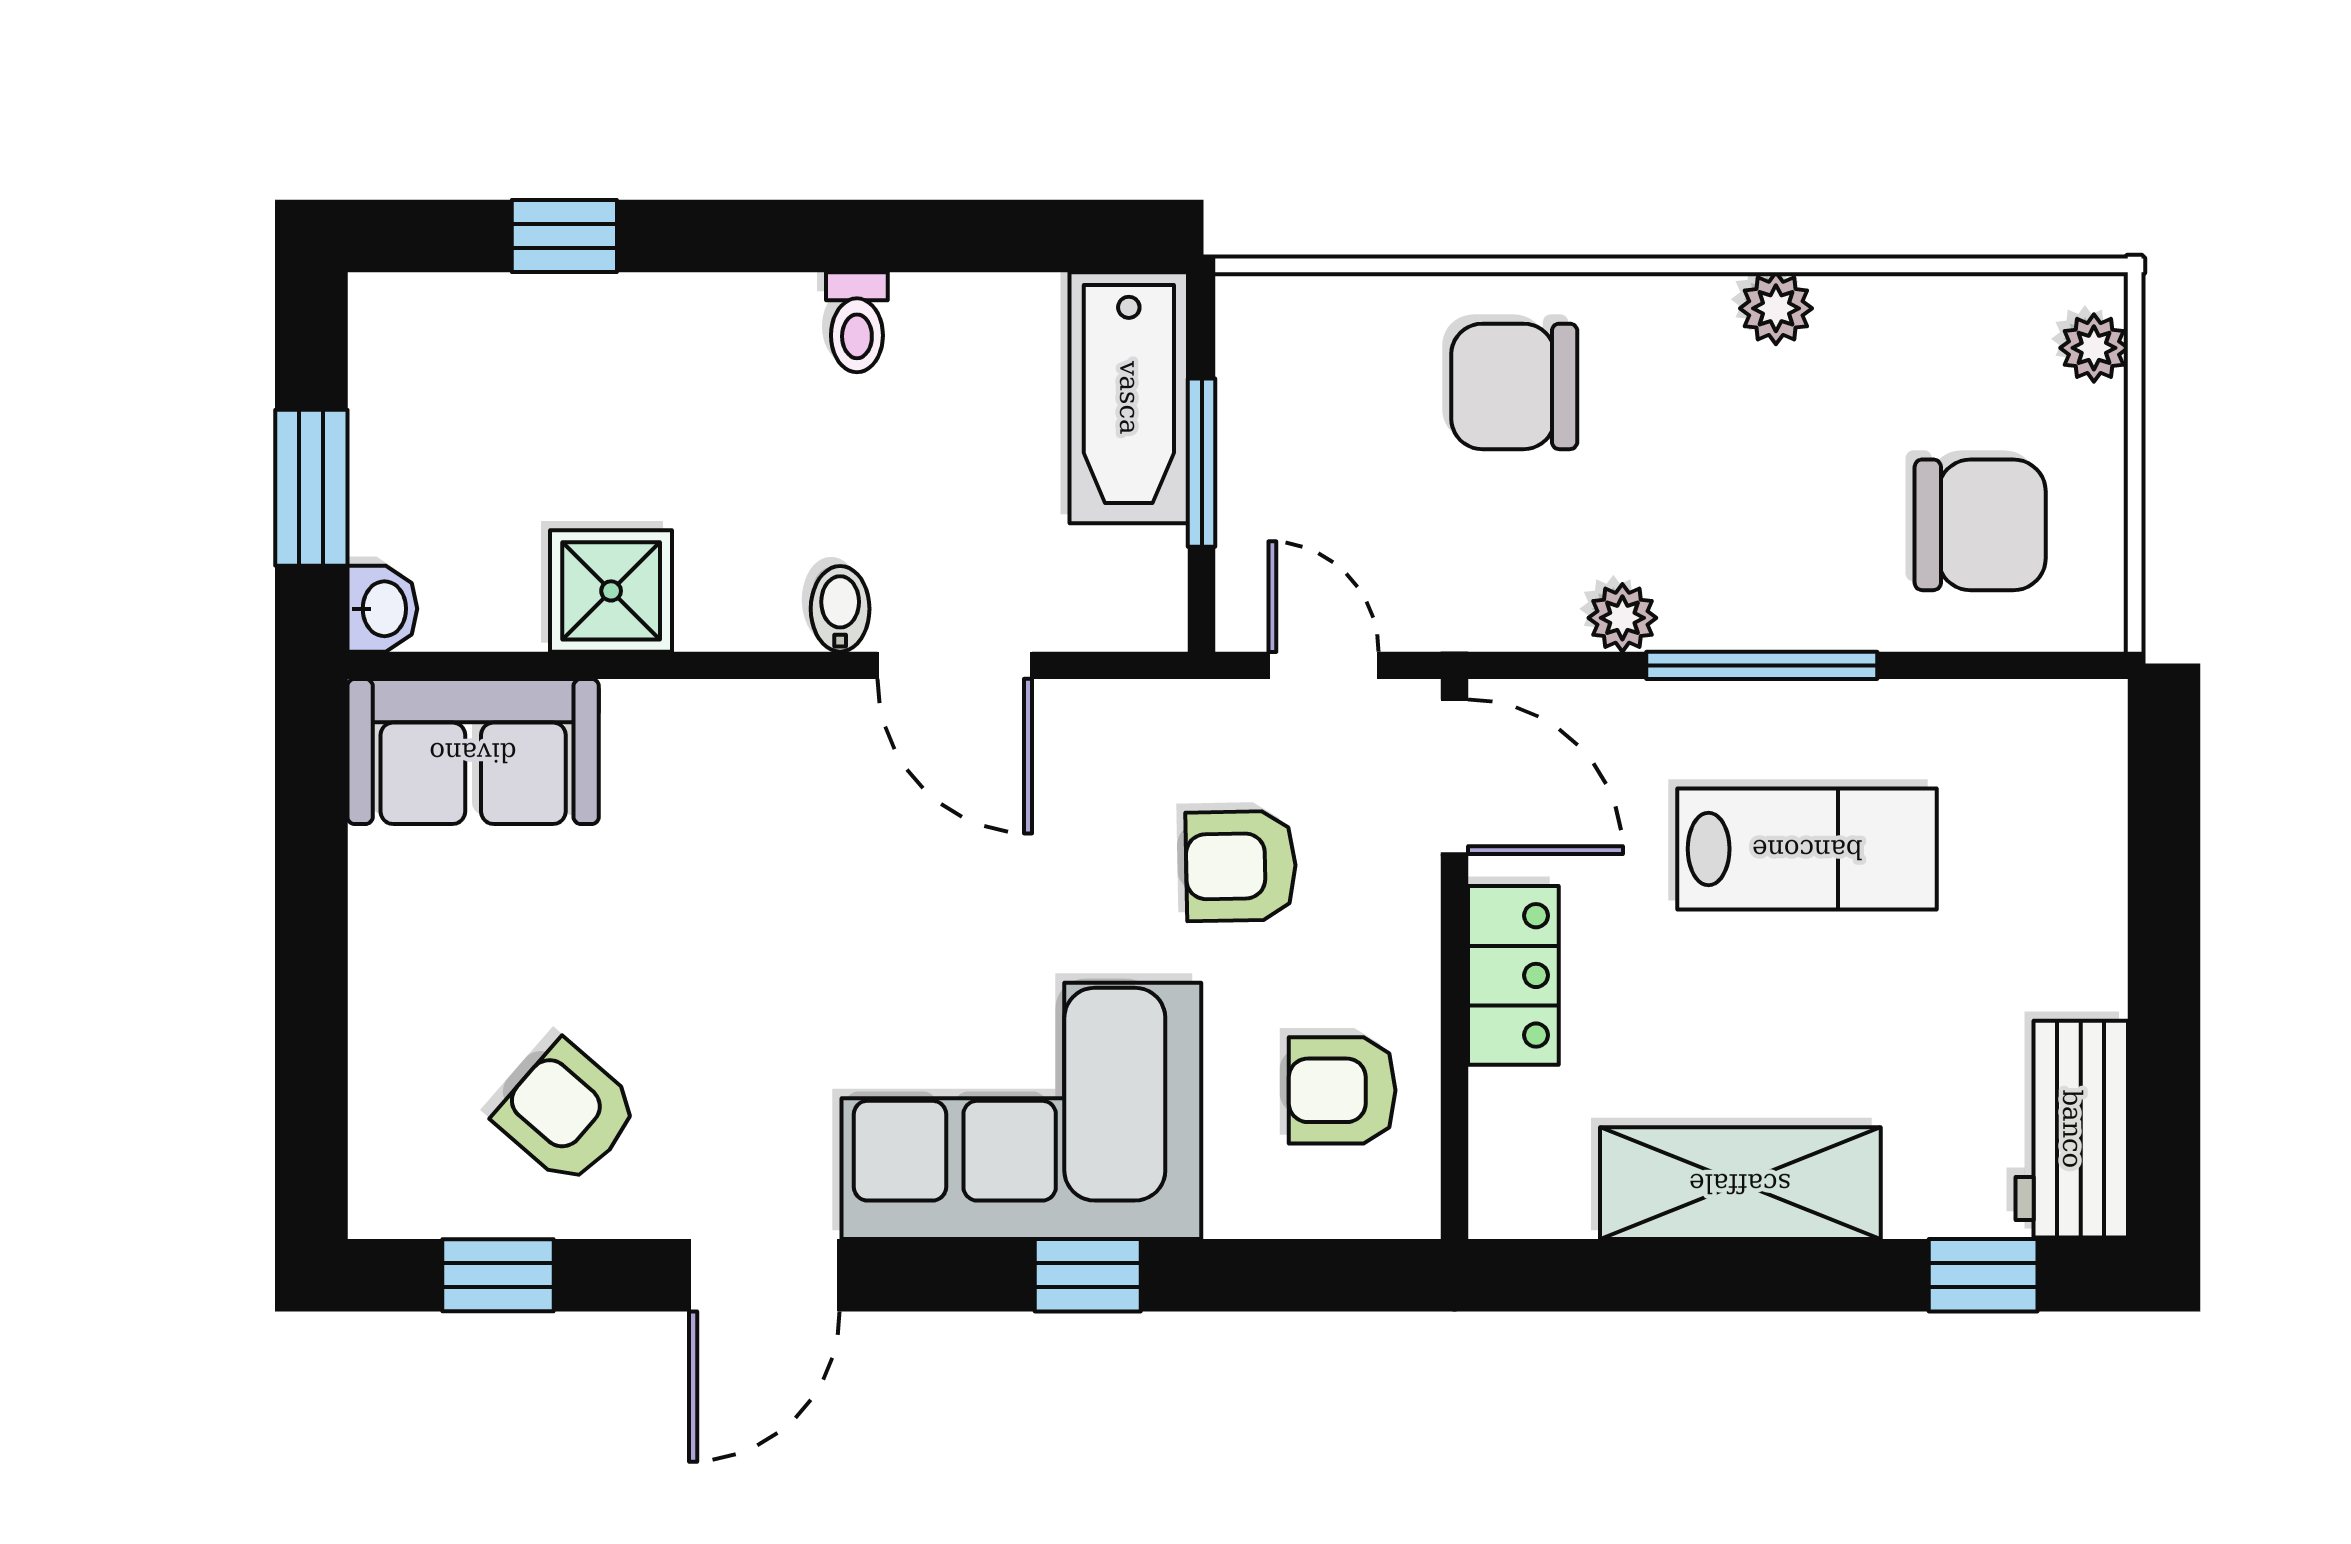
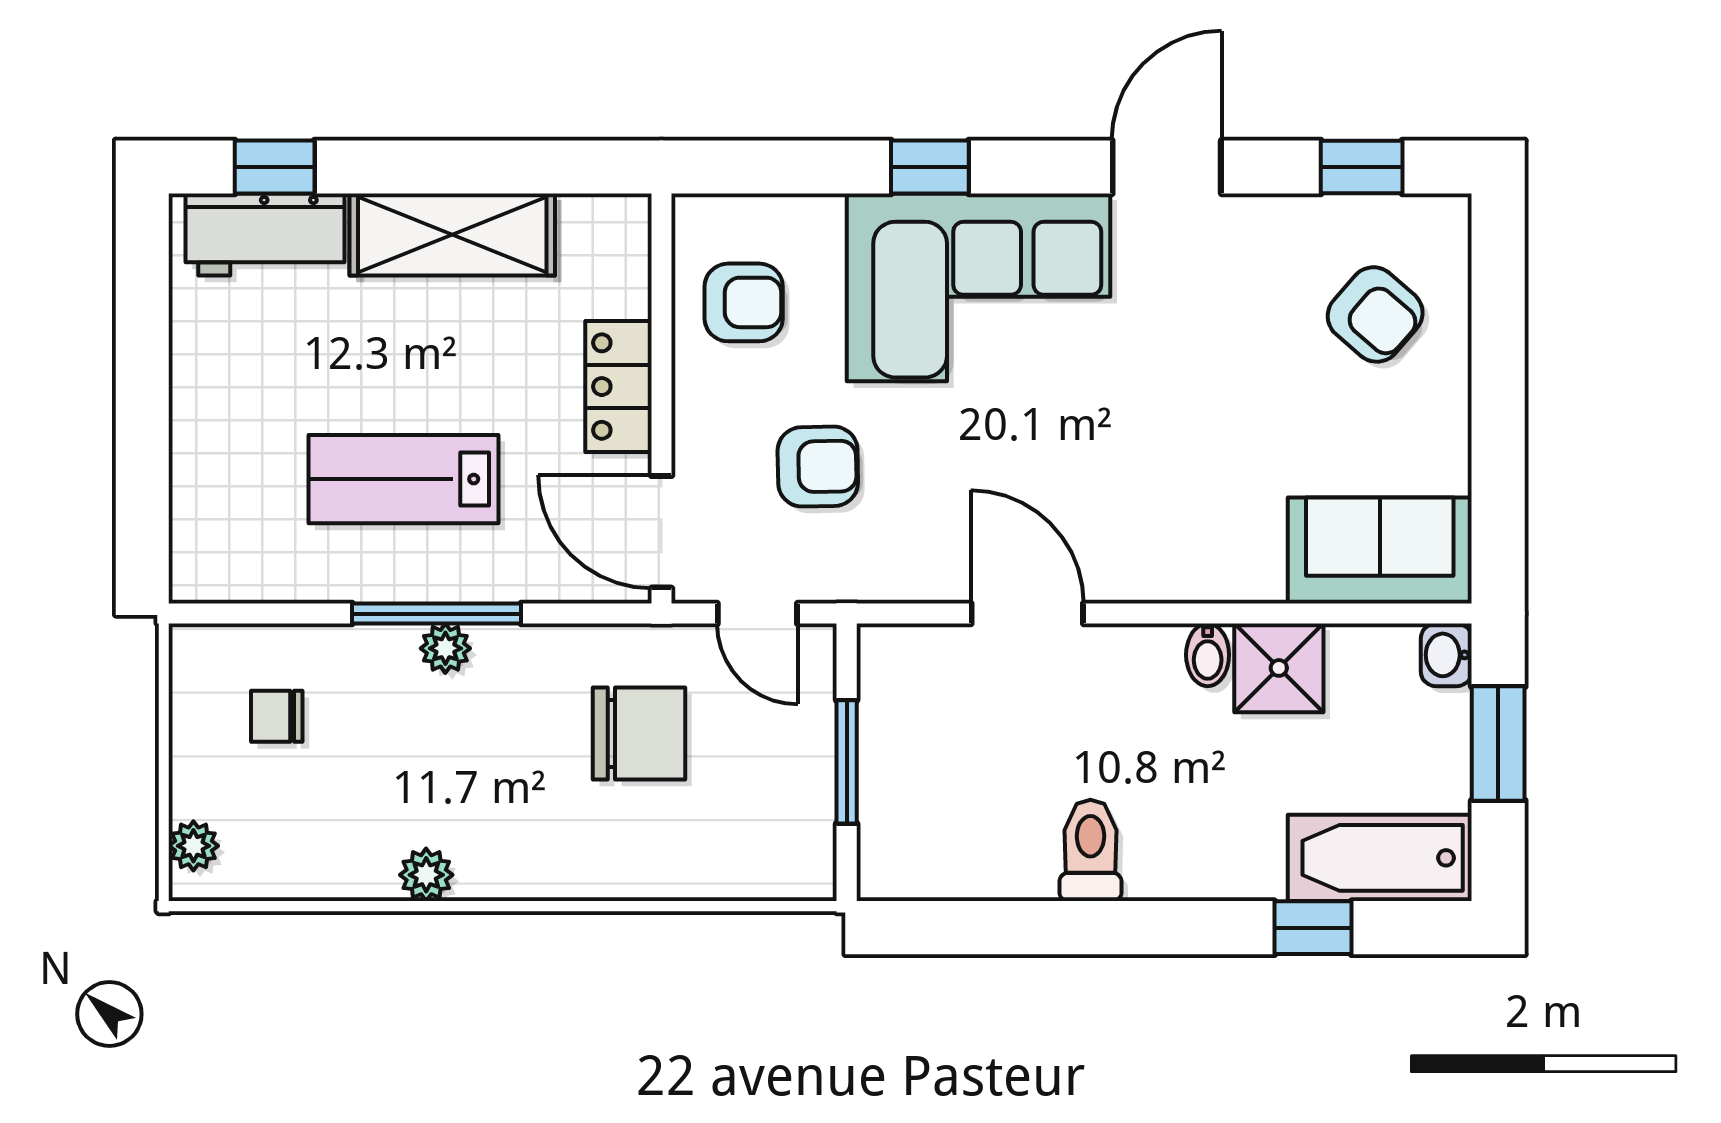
toilet: (857, 322) -> (1090, 850), width x1.37, depth x1.39
chair: (1514, 386) -> (639, 733), moved
bathtub: (1129, 398) -> (1380, 858), moved, turned -90
chair: (1980, 525) -> (277, 716), width x0.54, depth x0.54
bidet: (840, 609) -> (1208, 655), moved
plant: (1622, 618) -> (445, 648), moved
armchair: (568, 1113) -> (1375, 314), moved
workbench: (2072, 1129) -> (265, 235), moved, turned 90

